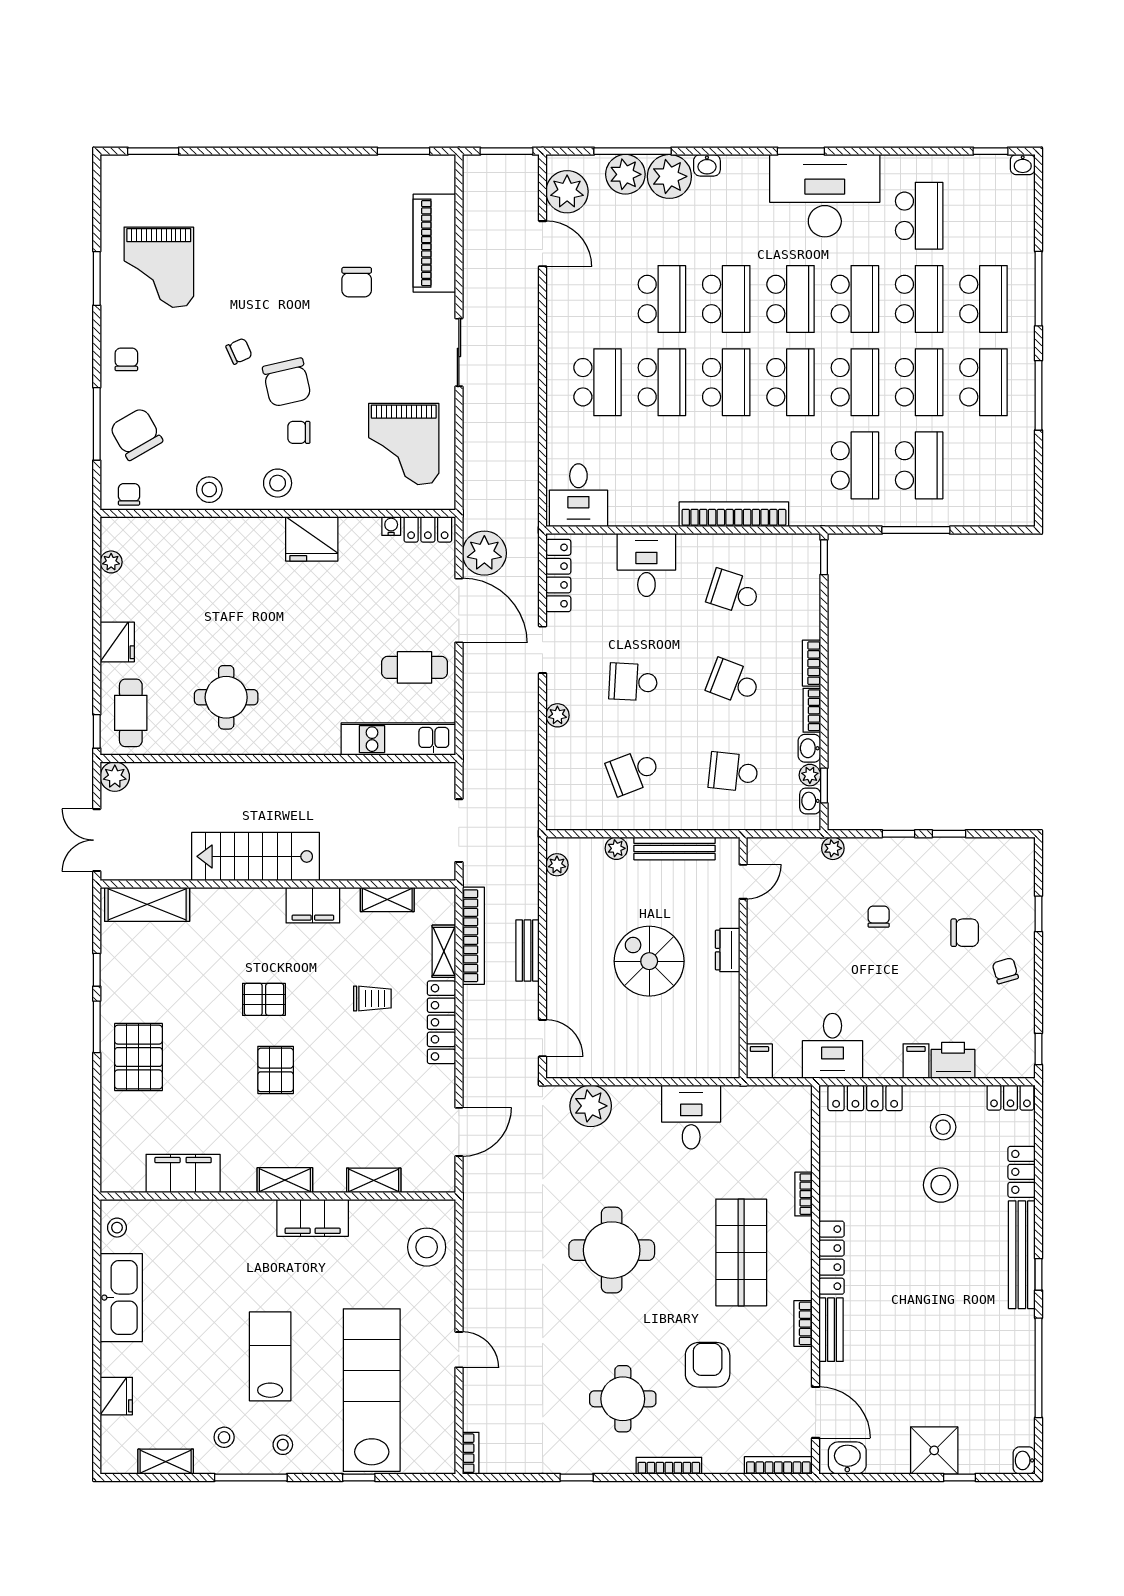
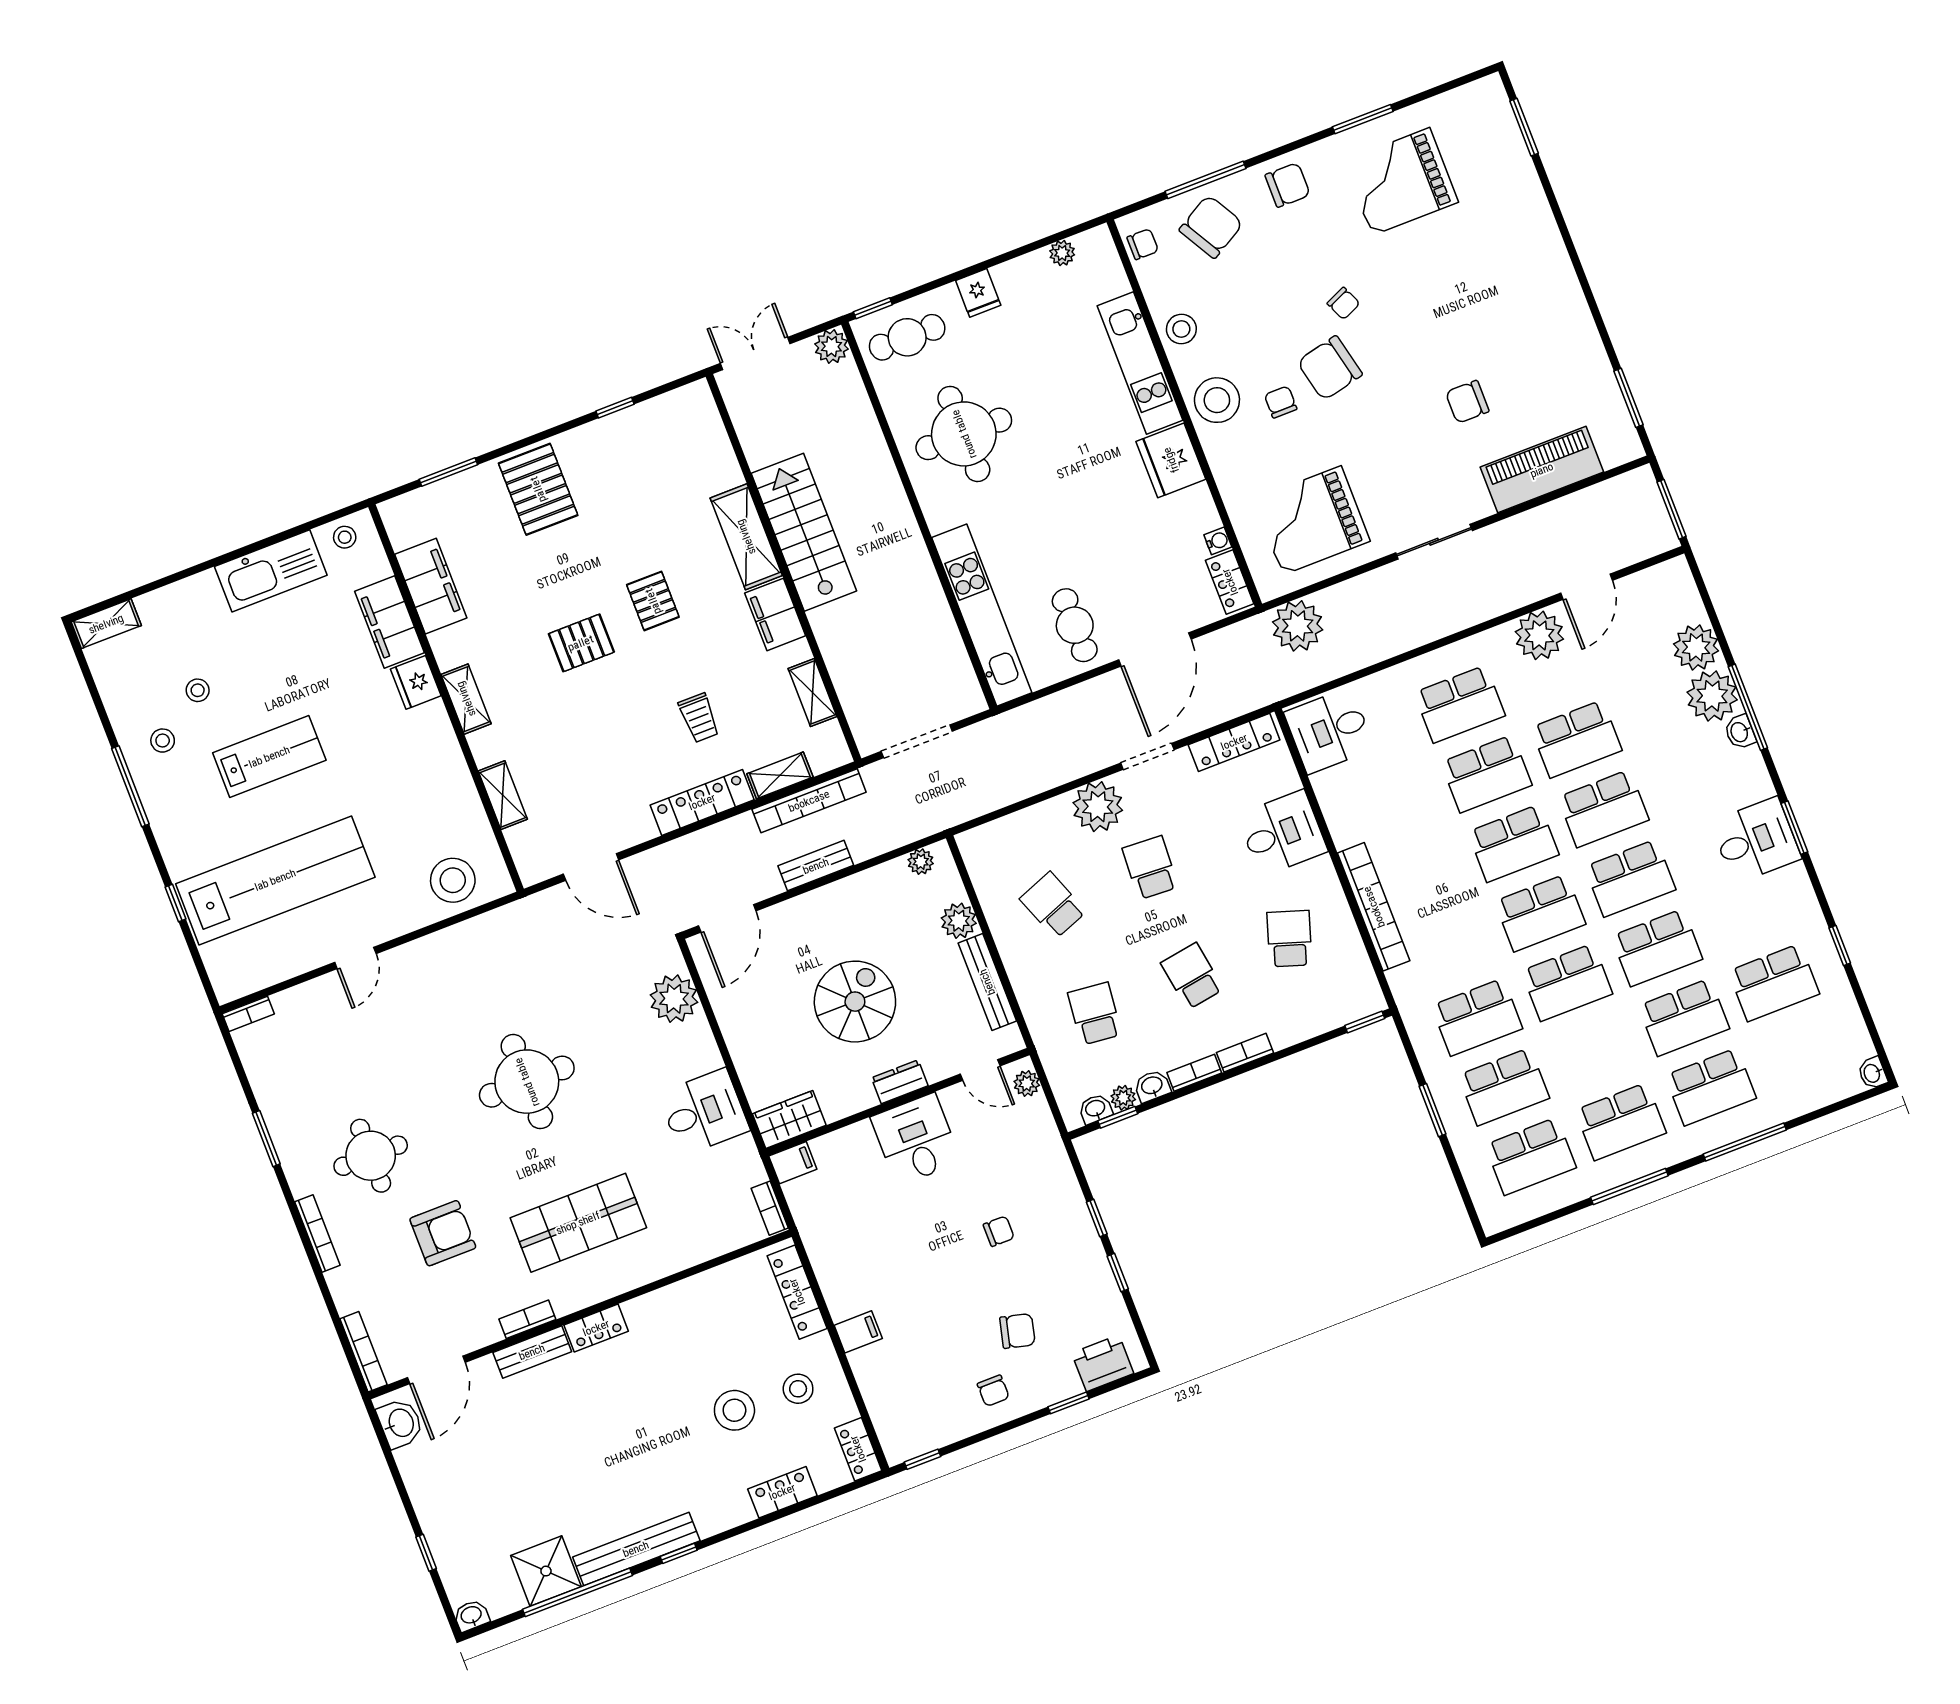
window: (633, 151) -> (1748, 707), moved
window: (991, 151) -> (1840, 946), moved
plant: (567, 192) -> (1539, 635), moved
desk: (825, 196) -> (1756, 840), width x0.53, depth x0.77
chair: (126, 359) -> (1288, 185), width x1.37, depth x1.37
school desk: (919, 382) -> (1531, 1156), moved
stool: (278, 483) -> (1217, 400), width x1.38, depth x1.38
window: (916, 530) -> (1432, 1110), width x0.69
kitchen unit: (224, 533) -> (1140, 363), added
plant: (484, 553) -> (1298, 626), moved
fridge: (117, 642) -> (978, 293), width x0.72
school desk: (733, 682) -> (1192, 976), turned -30
round table: (226, 697) -> (964, 434), width x1.36, depth x1.36
plant: (557, 715) -> (1098, 807), width x1.87, depth x1.87
kitchen unit: (398, 739) -> (982, 615), width x1.36
plant: (616, 848) -> (959, 921), width x1.38, depth x1.38
plant: (833, 848) -> (1027, 1083), moved
shelving: (147, 904) -> (746, 537), moved
chair: (965, 933) -> (1017, 1331), turned -76
chair: (1005, 971) -> (993, 1391), turned 106
window: (97, 1027) -> (448, 472), moved
door: (543, 1038) -> (727, 918), width x1.37
desk: (833, 1046) -> (916, 1139), moved, turned 90
wardrobe: (724, 1051) -> (789, 1119), added
pallet: (138, 1057) -> (538, 489), turned 90
printer: (953, 1060) -> (1103, 1363), moved, turned -90
bookcase: (804, 1194) -> (770, 1208), moved, turned -90
filing cabinet: (313, 1218) -> (389, 622), moved
bench: (1022, 1255) -> (636, 1549), moved
locker: (832, 1258) -> (596, 1328), width x0.66
fridge: (116, 1396) -> (416, 682), moved, turned 90
stool: (283, 1445) -> (198, 690), moved
shower: (934, 1450) -> (546, 1571), moved
shelving: (166, 1462) -> (106, 624), moved, turned 90
window: (577, 1477) -> (266, 1139), width x1.50

